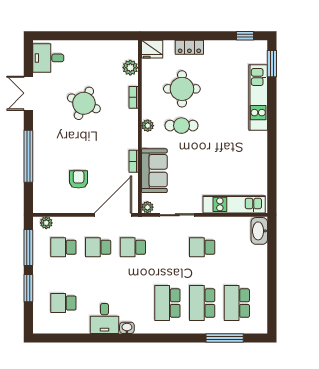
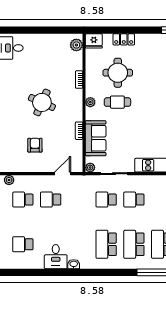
plant: (130, 68) -> (76, 45), moved
round table: (84, 103) -> (42, 102), moved
door: (113, 215) -> (63, 174), width x0.53
school desk: (133, 247) -> (106, 200), moved

